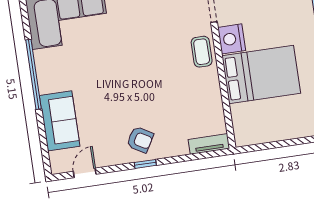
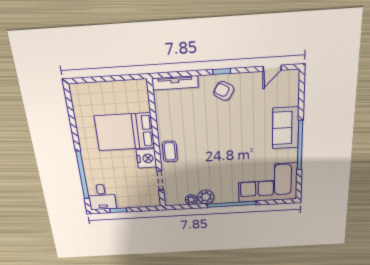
sofa: (60, 121) -> (286, 128), moved
tv unit: (209, 144) -> (175, 83), width x1.41

